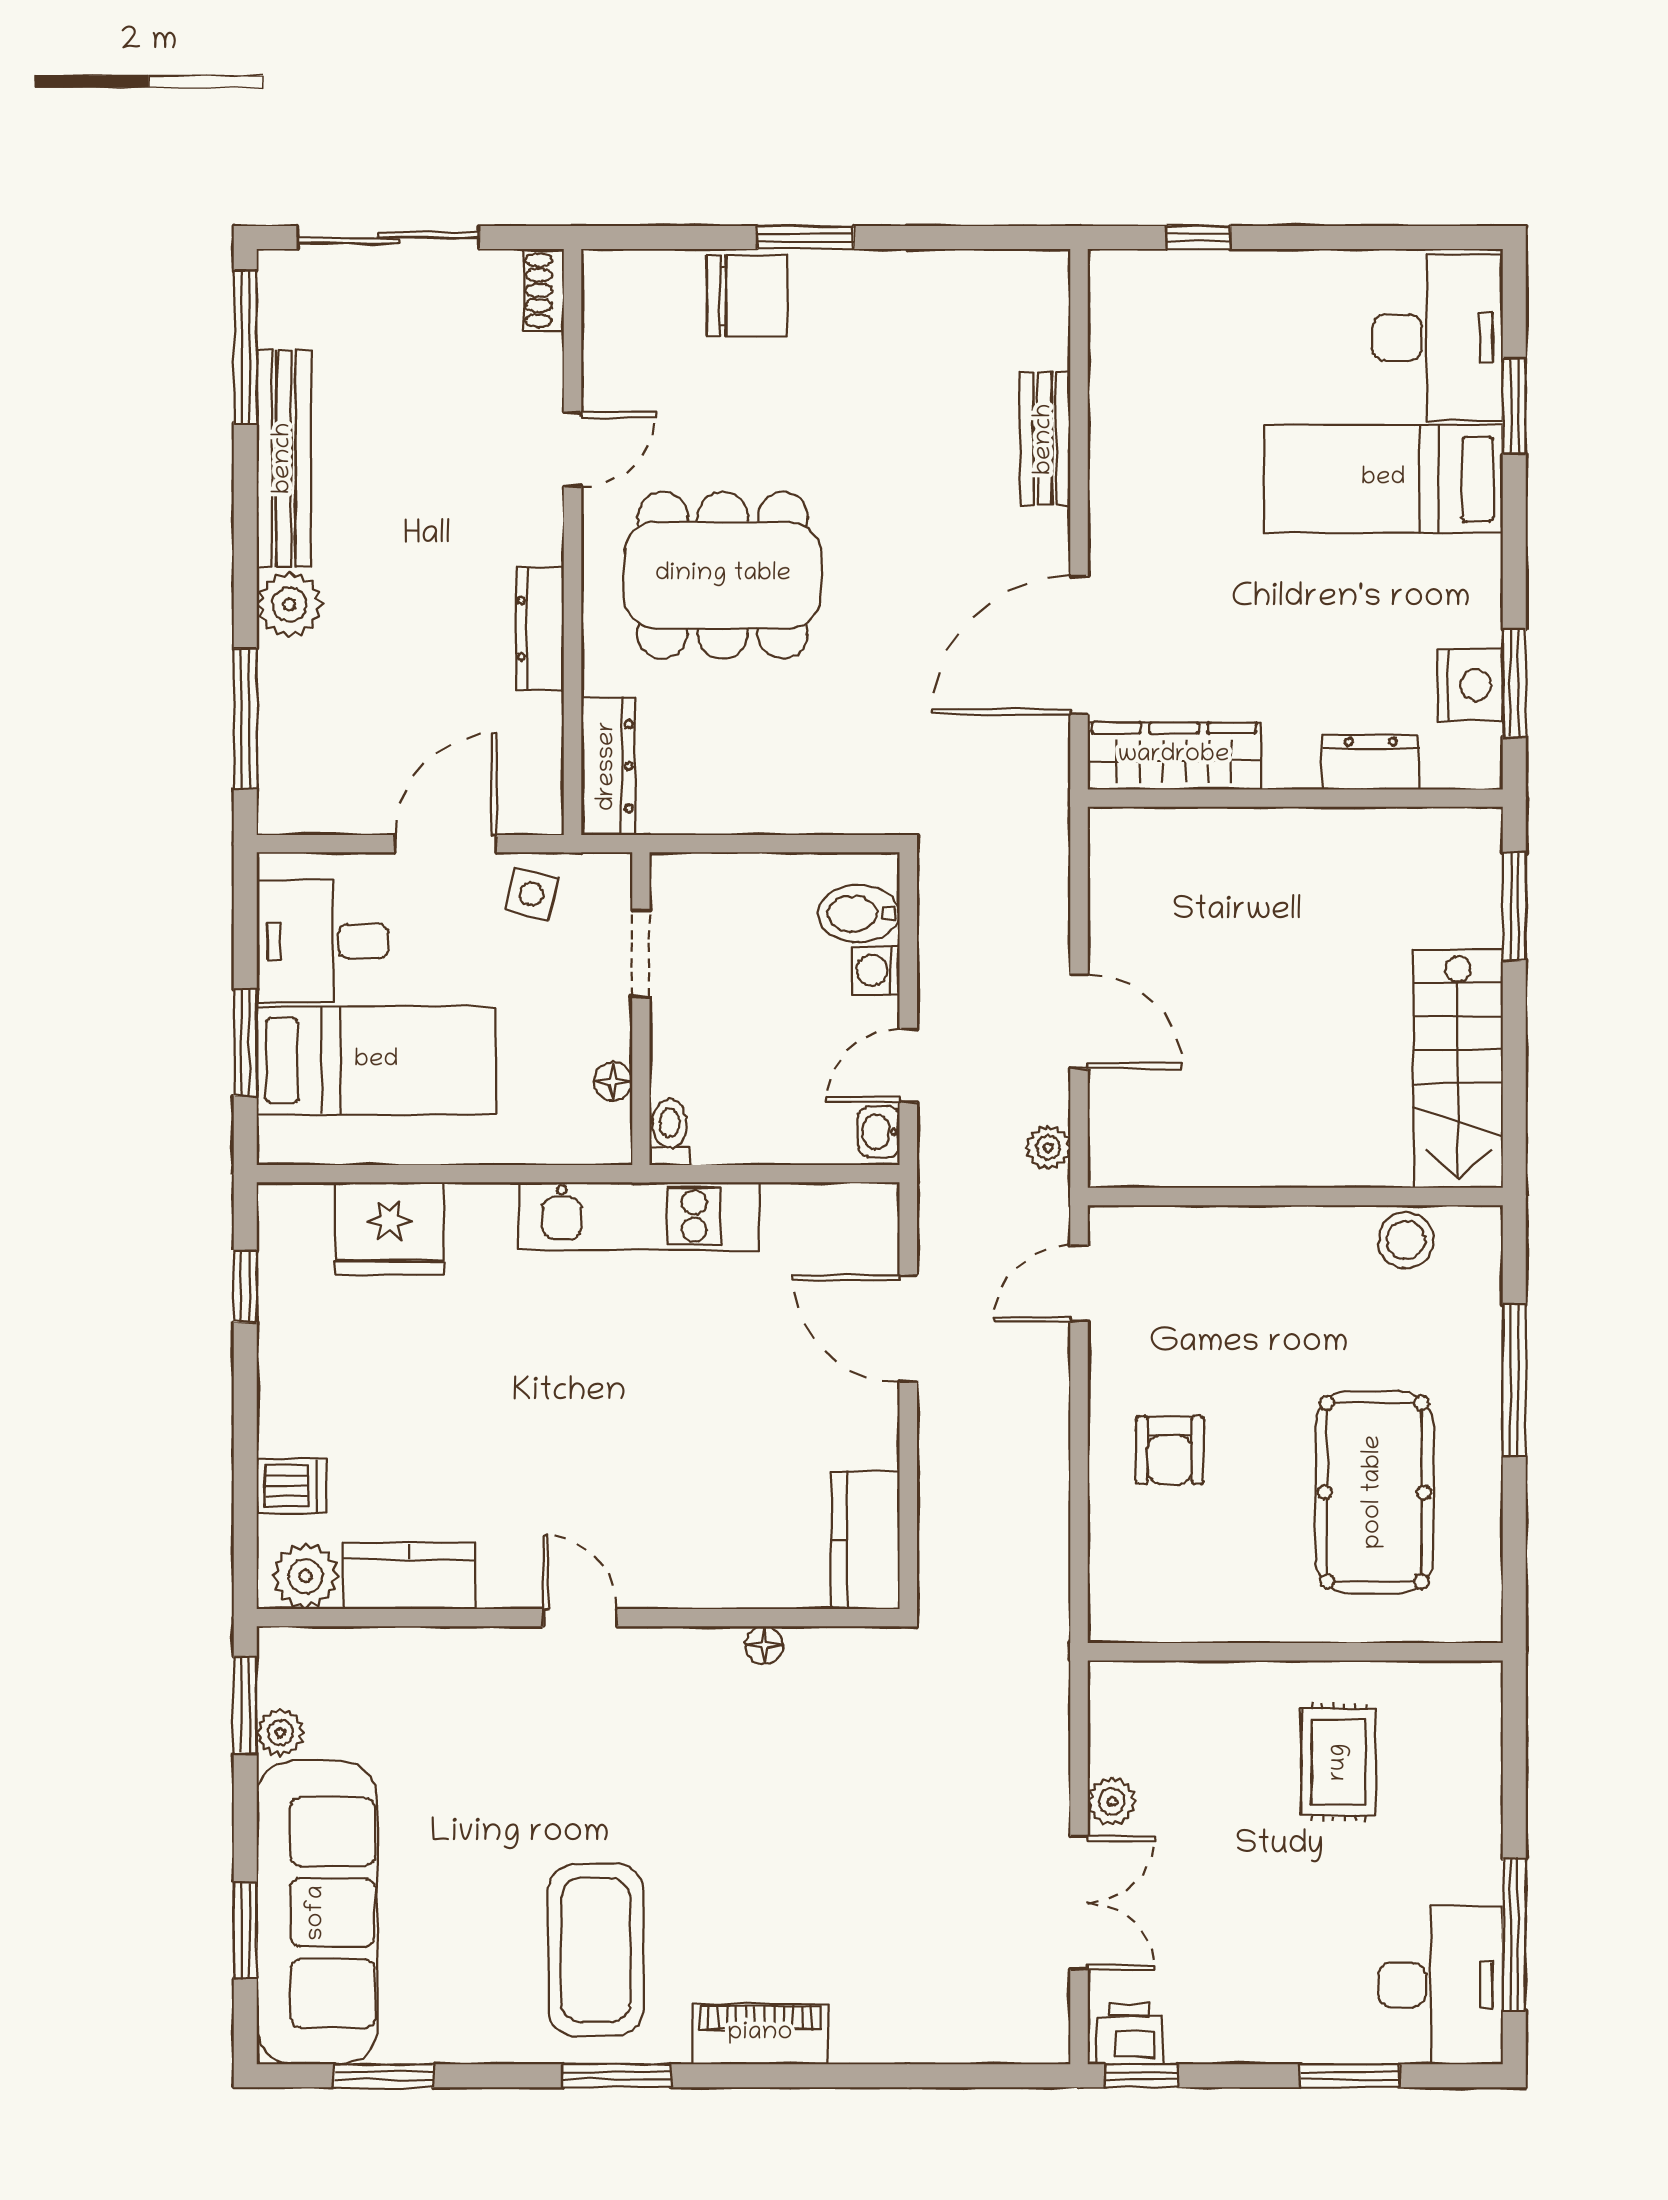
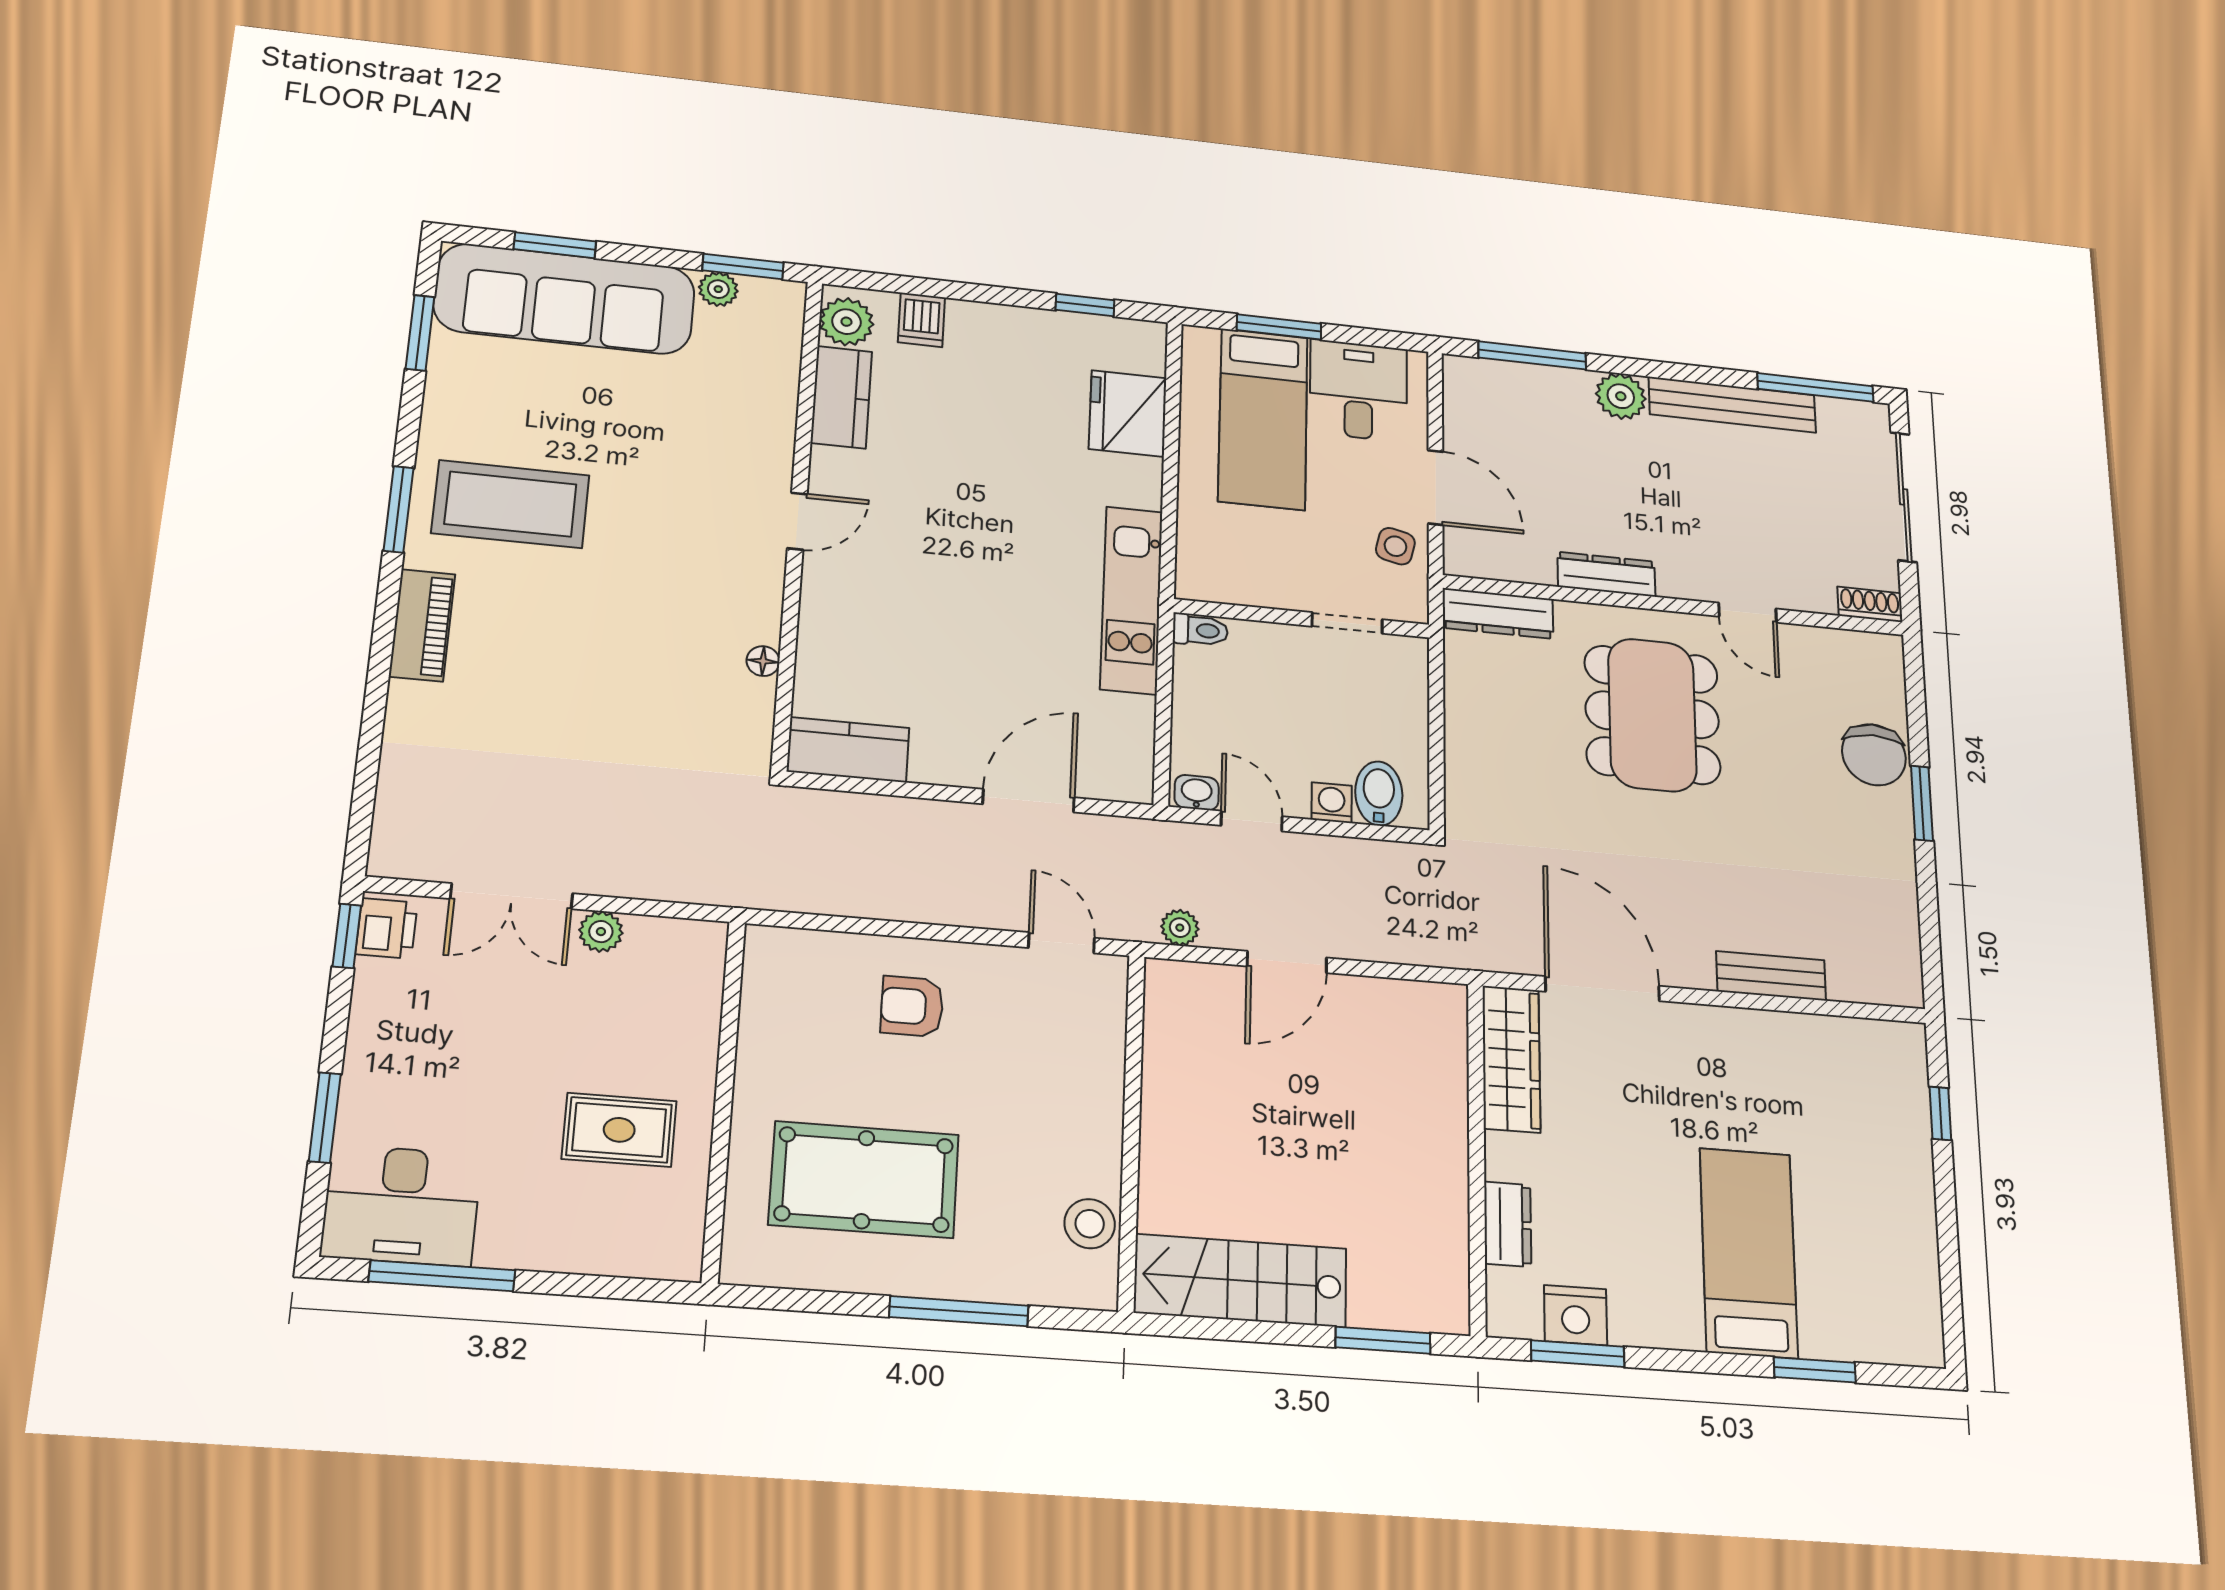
desk: (1438, 337) -> (1869, 1307), removed
floor lamp: (613, 1081) -> (1243, 591), removed

